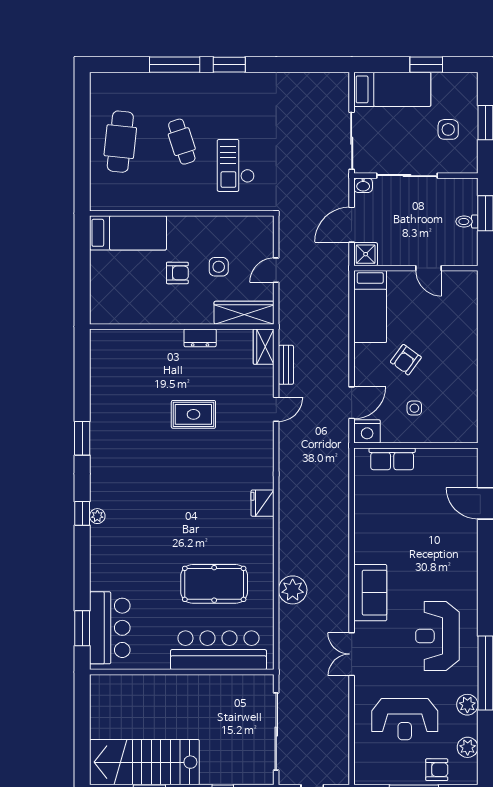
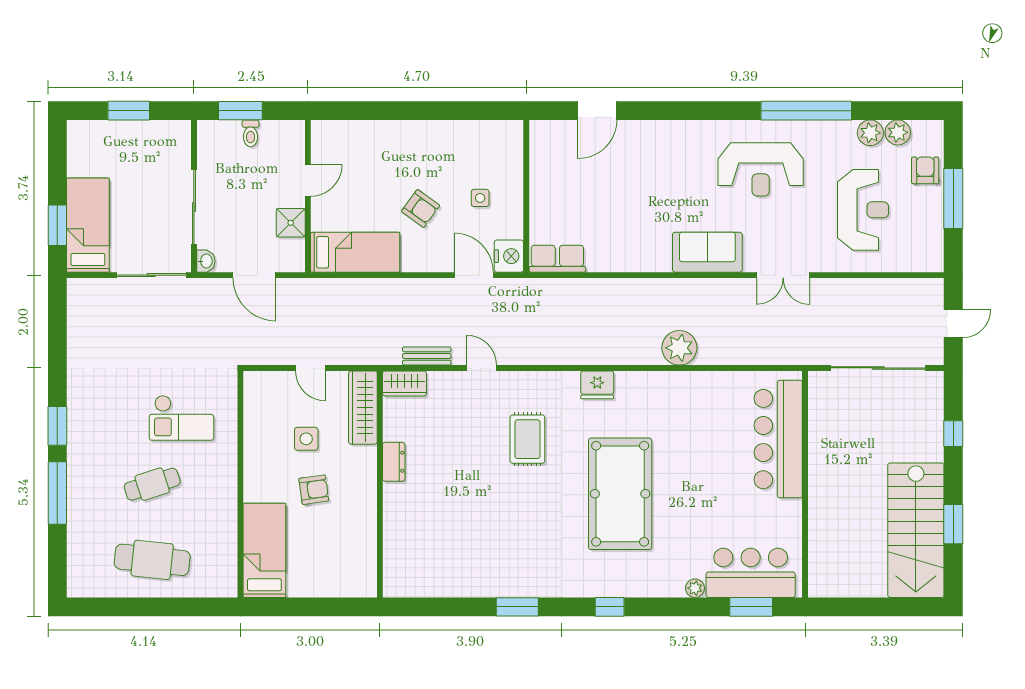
window: (426, 65) -> (57, 225), moved
side table: (448, 129) -> (137, 156), removed
shower: (366, 254) -> (291, 223), moved
armchair: (177, 273) -> (314, 490), turned 82
rug: (193, 414) -> (527, 439), moved
row of seats: (392, 459) -> (557, 259), moved, turned -90
plant: (97, 516) -> (695, 588), moved
pool table: (214, 584) -> (620, 494), moved, width x1.36, depth x1.32
plant: (293, 590) -> (679, 348), moved
plant: (467, 705) -> (870, 133), moved

